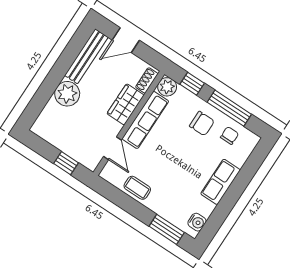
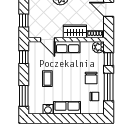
row of seats: (145, 120) -> (68, 47), width x0.68
door: (113, 148) -> (48, 40), hinge flipped
coffee table: (137, 188) -> (47, 79), moved
window: (115, 195) -> (24, 57), added
water cooler: (197, 222) -> (48, 109), moved

